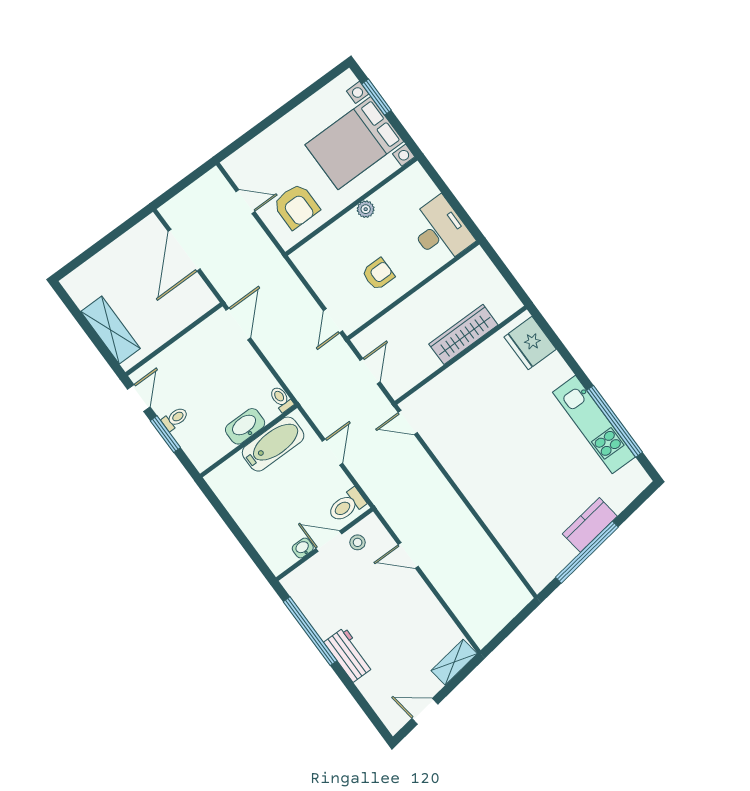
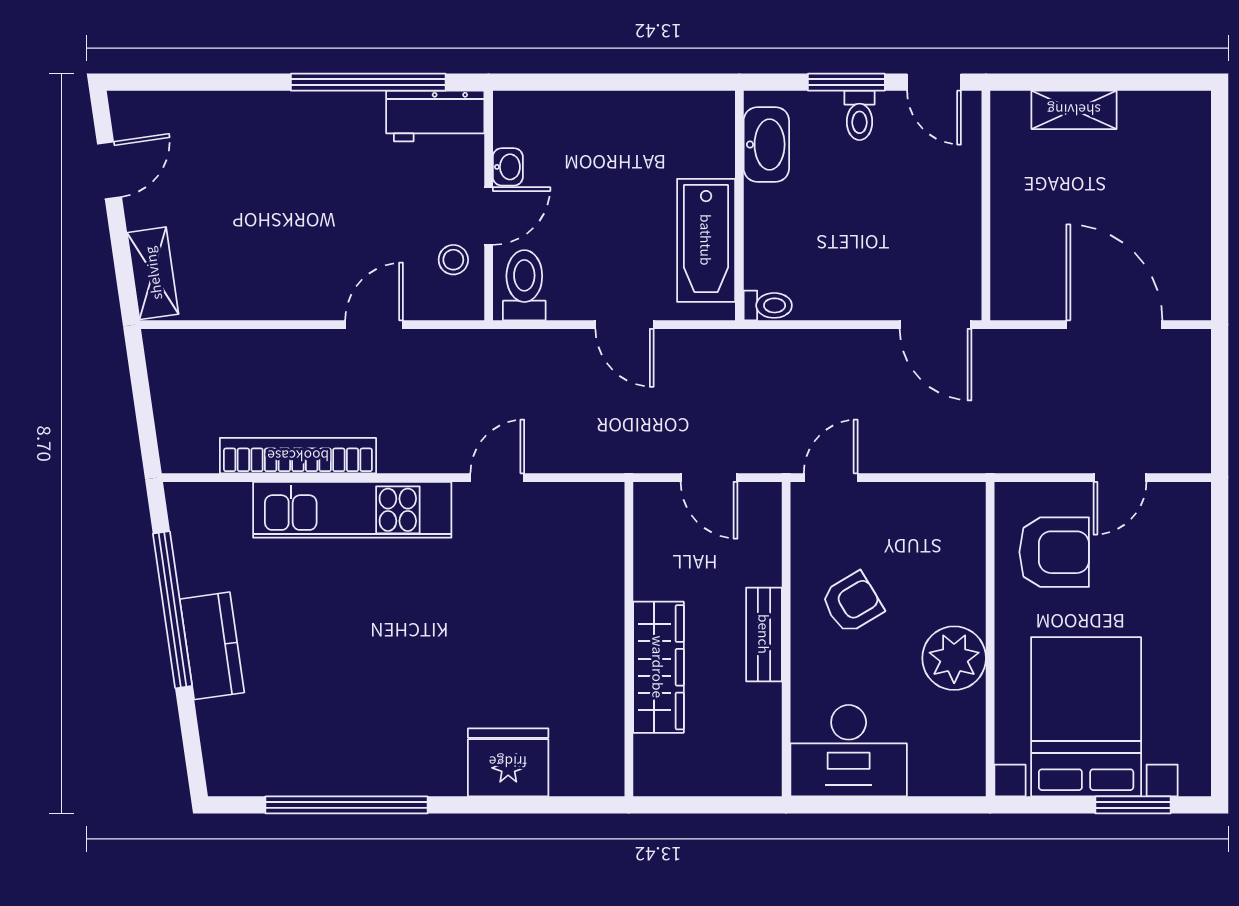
armchair: (296, 206) -> (1054, 552), turned 180
plant: (366, 209) -> (954, 658), width x1.87, depth x1.87
armchair: (378, 274) -> (852, 603), turned -121
bench: (418, 301) -> (764, 634), added
door: (333, 321) -> (831, 478), hinge flipped
shelving: (110, 330) -> (1074, 110), width x0.67, depth x0.75
fridge: (530, 343) -> (508, 762), moved
door: (408, 423) -> (497, 478), moved
kitchen unit: (594, 425) -> (352, 510), moved, turned 180
washbasin: (245, 426) -> (766, 145), moved
bookcase: (485, 547) -> (298, 456), added
workbench: (349, 655) -> (435, 116), moved

